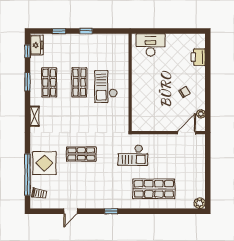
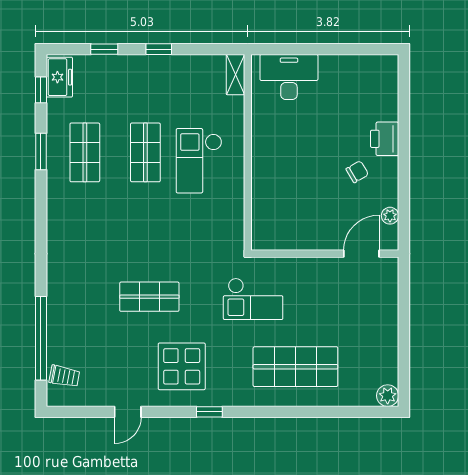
printer: (198, 57) -> (385, 139), moved
shelving: (35, 116) -> (235, 75), moved
display table: (44, 163) -> (182, 366), moved

